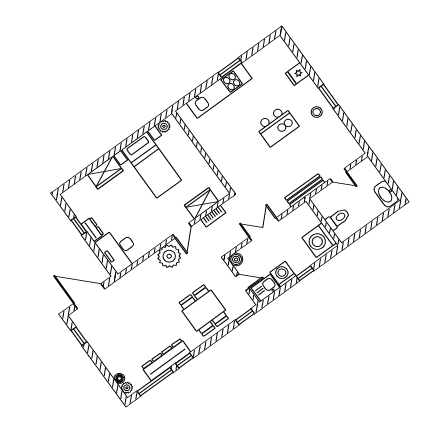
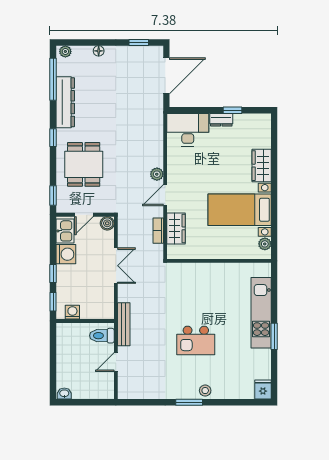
fridge: (297, 74) -> (263, 389), moved
stool: (317, 112) -> (205, 391), moved
kitchen island: (277, 126) -> (196, 340), turned -90
washbasin: (386, 194) -> (64, 394), width x0.52, depth x0.69
toilet: (338, 219) -> (102, 336), moved, turned 90
door: (182, 230) -> (165, 195), hinge flipped
washing machine: (319, 240) -> (72, 312), width x0.53, depth x0.53
plant: (169, 256) -> (157, 174), width x0.53, depth x0.53
window: (327, 257) -> (53, 302), added
dining table: (204, 311) -> (84, 164), turned 90
window: (184, 361) -> (53, 138), moved
floor lamp: (119, 378) -> (99, 51), moved

